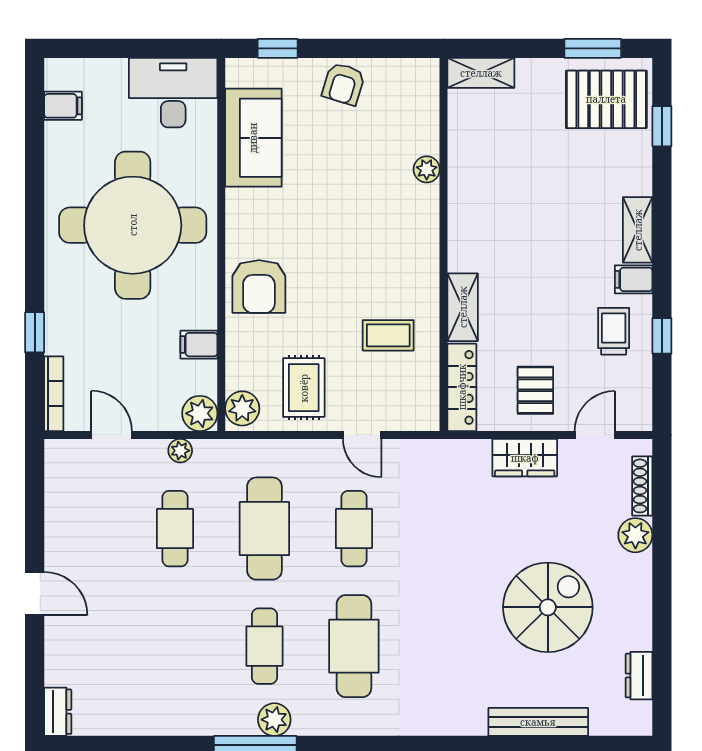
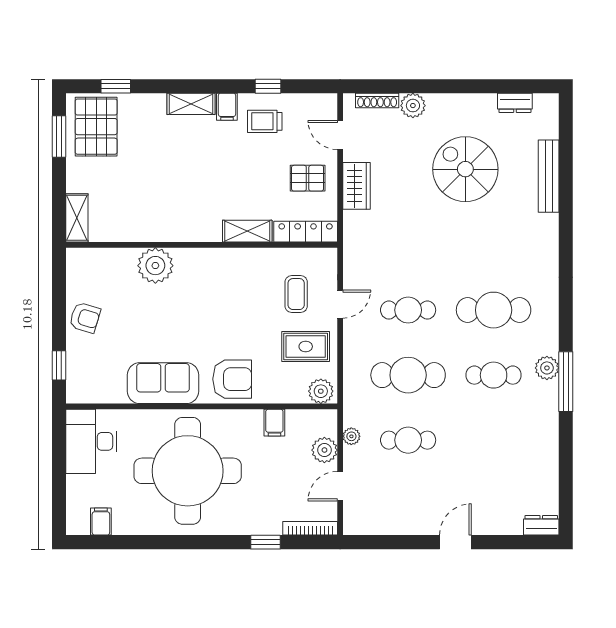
sofa: (253, 138) -> (163, 383), moved
plant: (427, 169) -> (155, 266), width x1.88, depth x1.88
coffee table: (388, 335) -> (296, 294), moved
plant: (200, 413) -> (324, 450), moved

